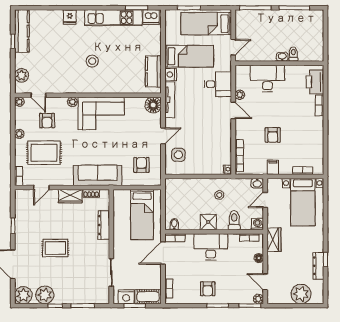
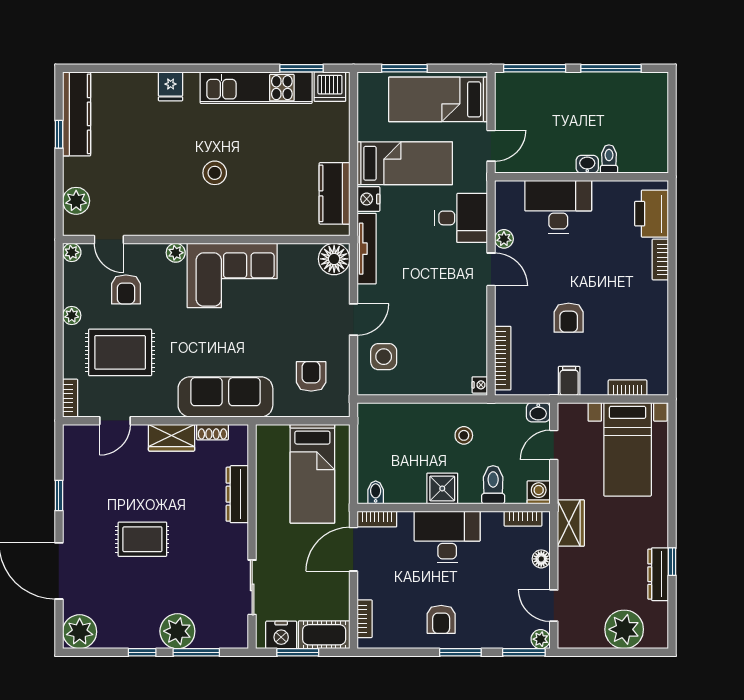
plant: (45, 295) -> (177, 631), moved

